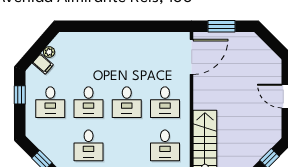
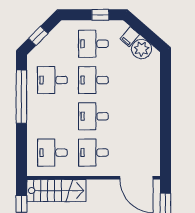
plant: (49, 52) -> (141, 49), width x1.88, depth x1.88

